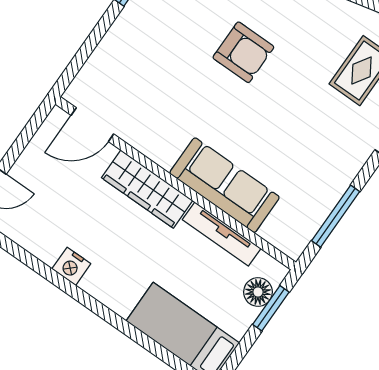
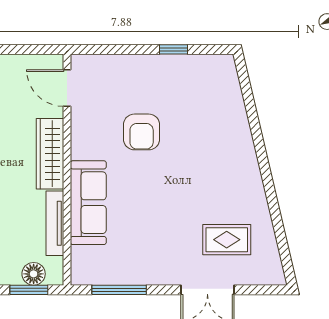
armchair: (243, 52) -> (142, 132), moved

